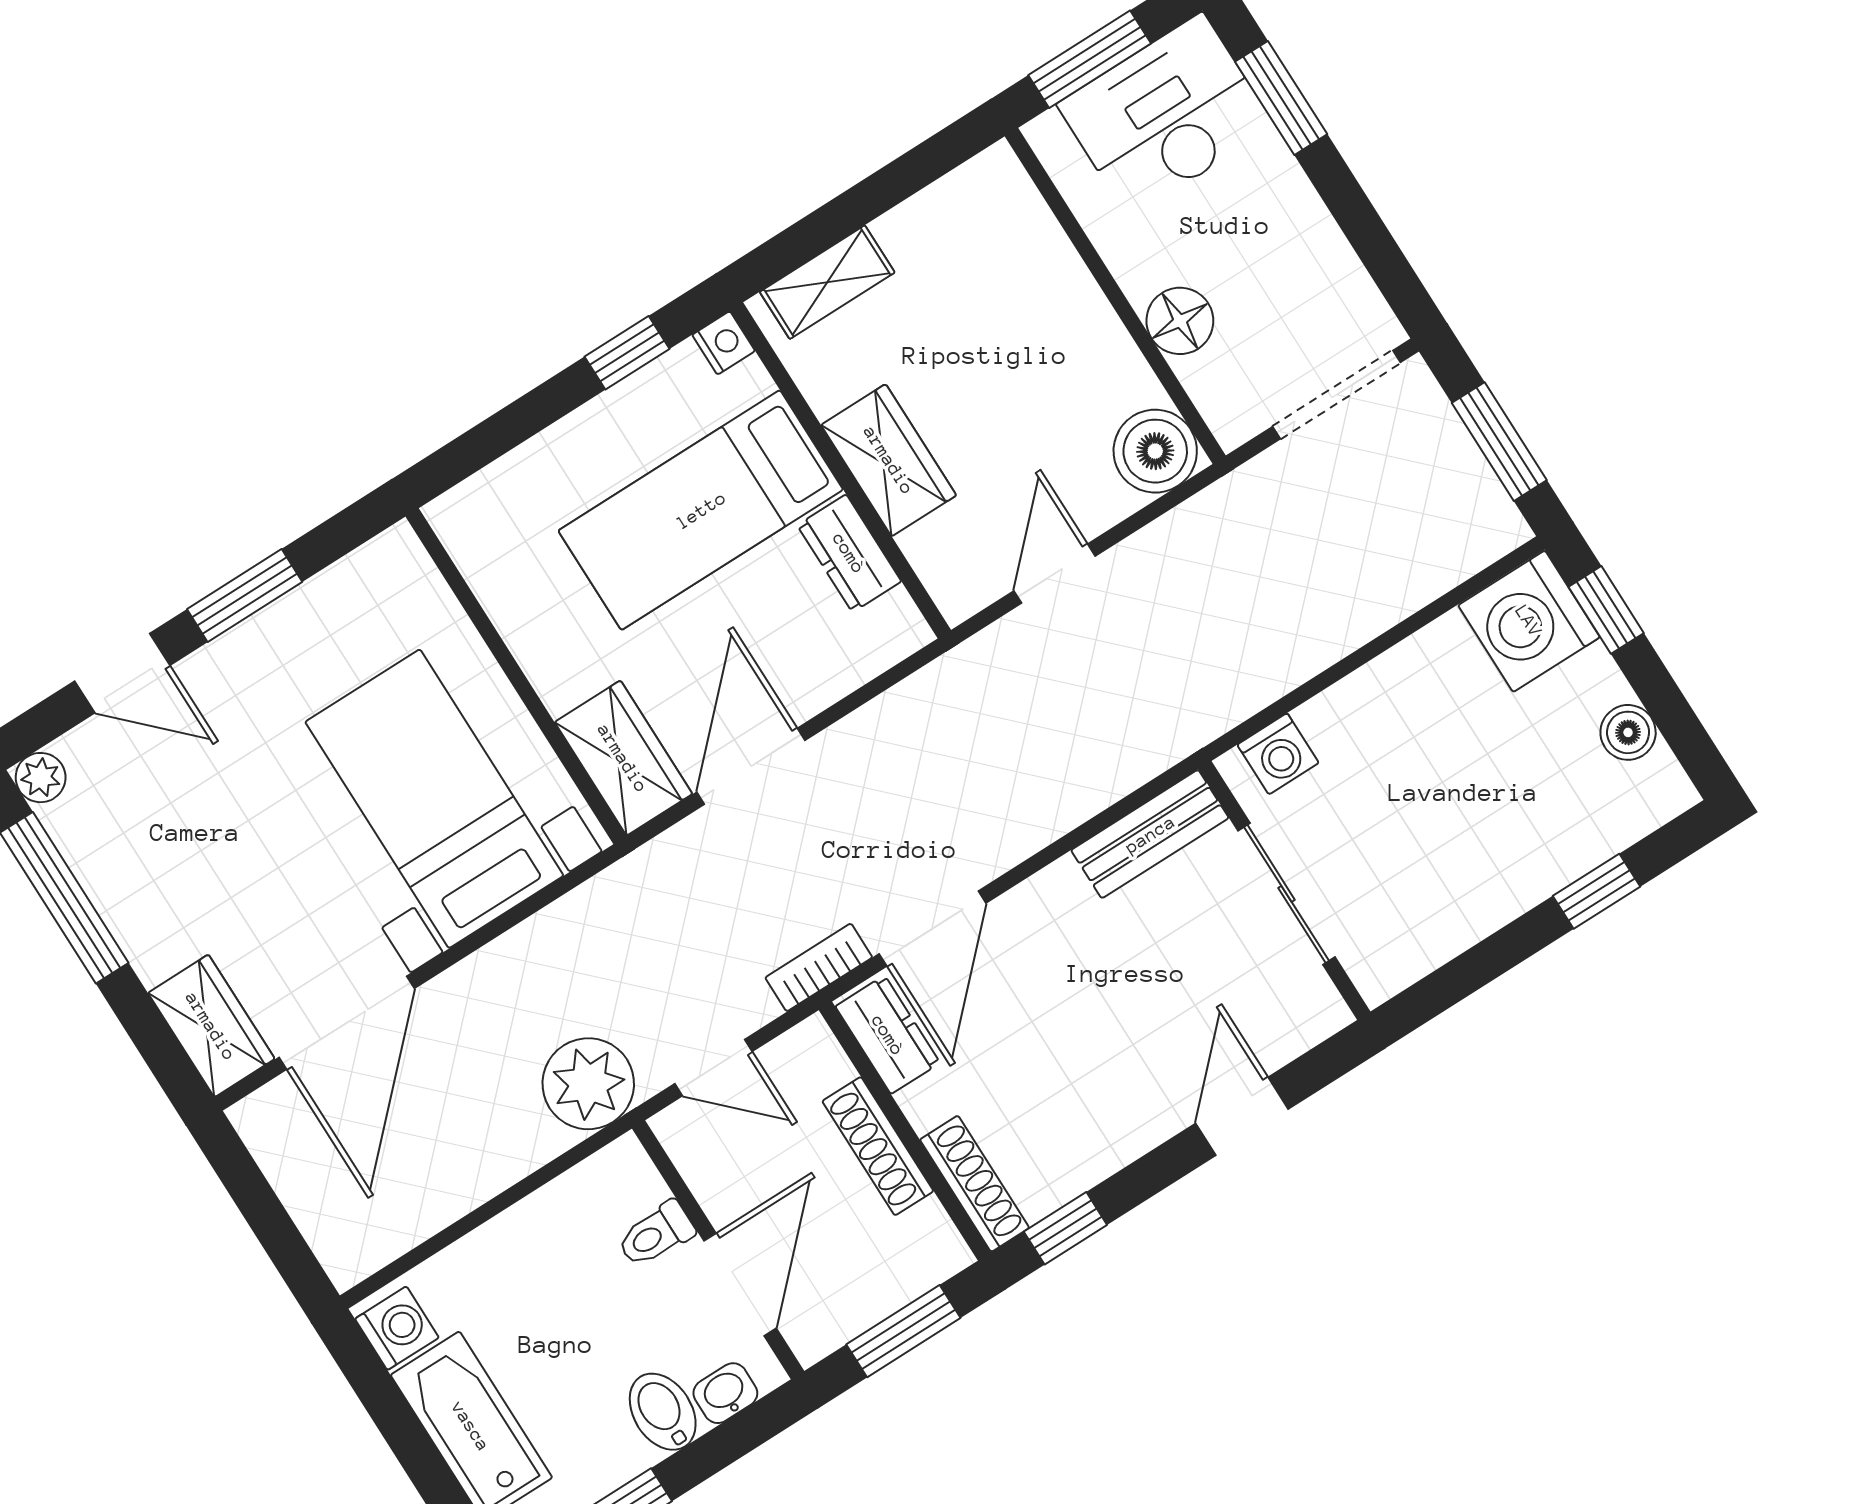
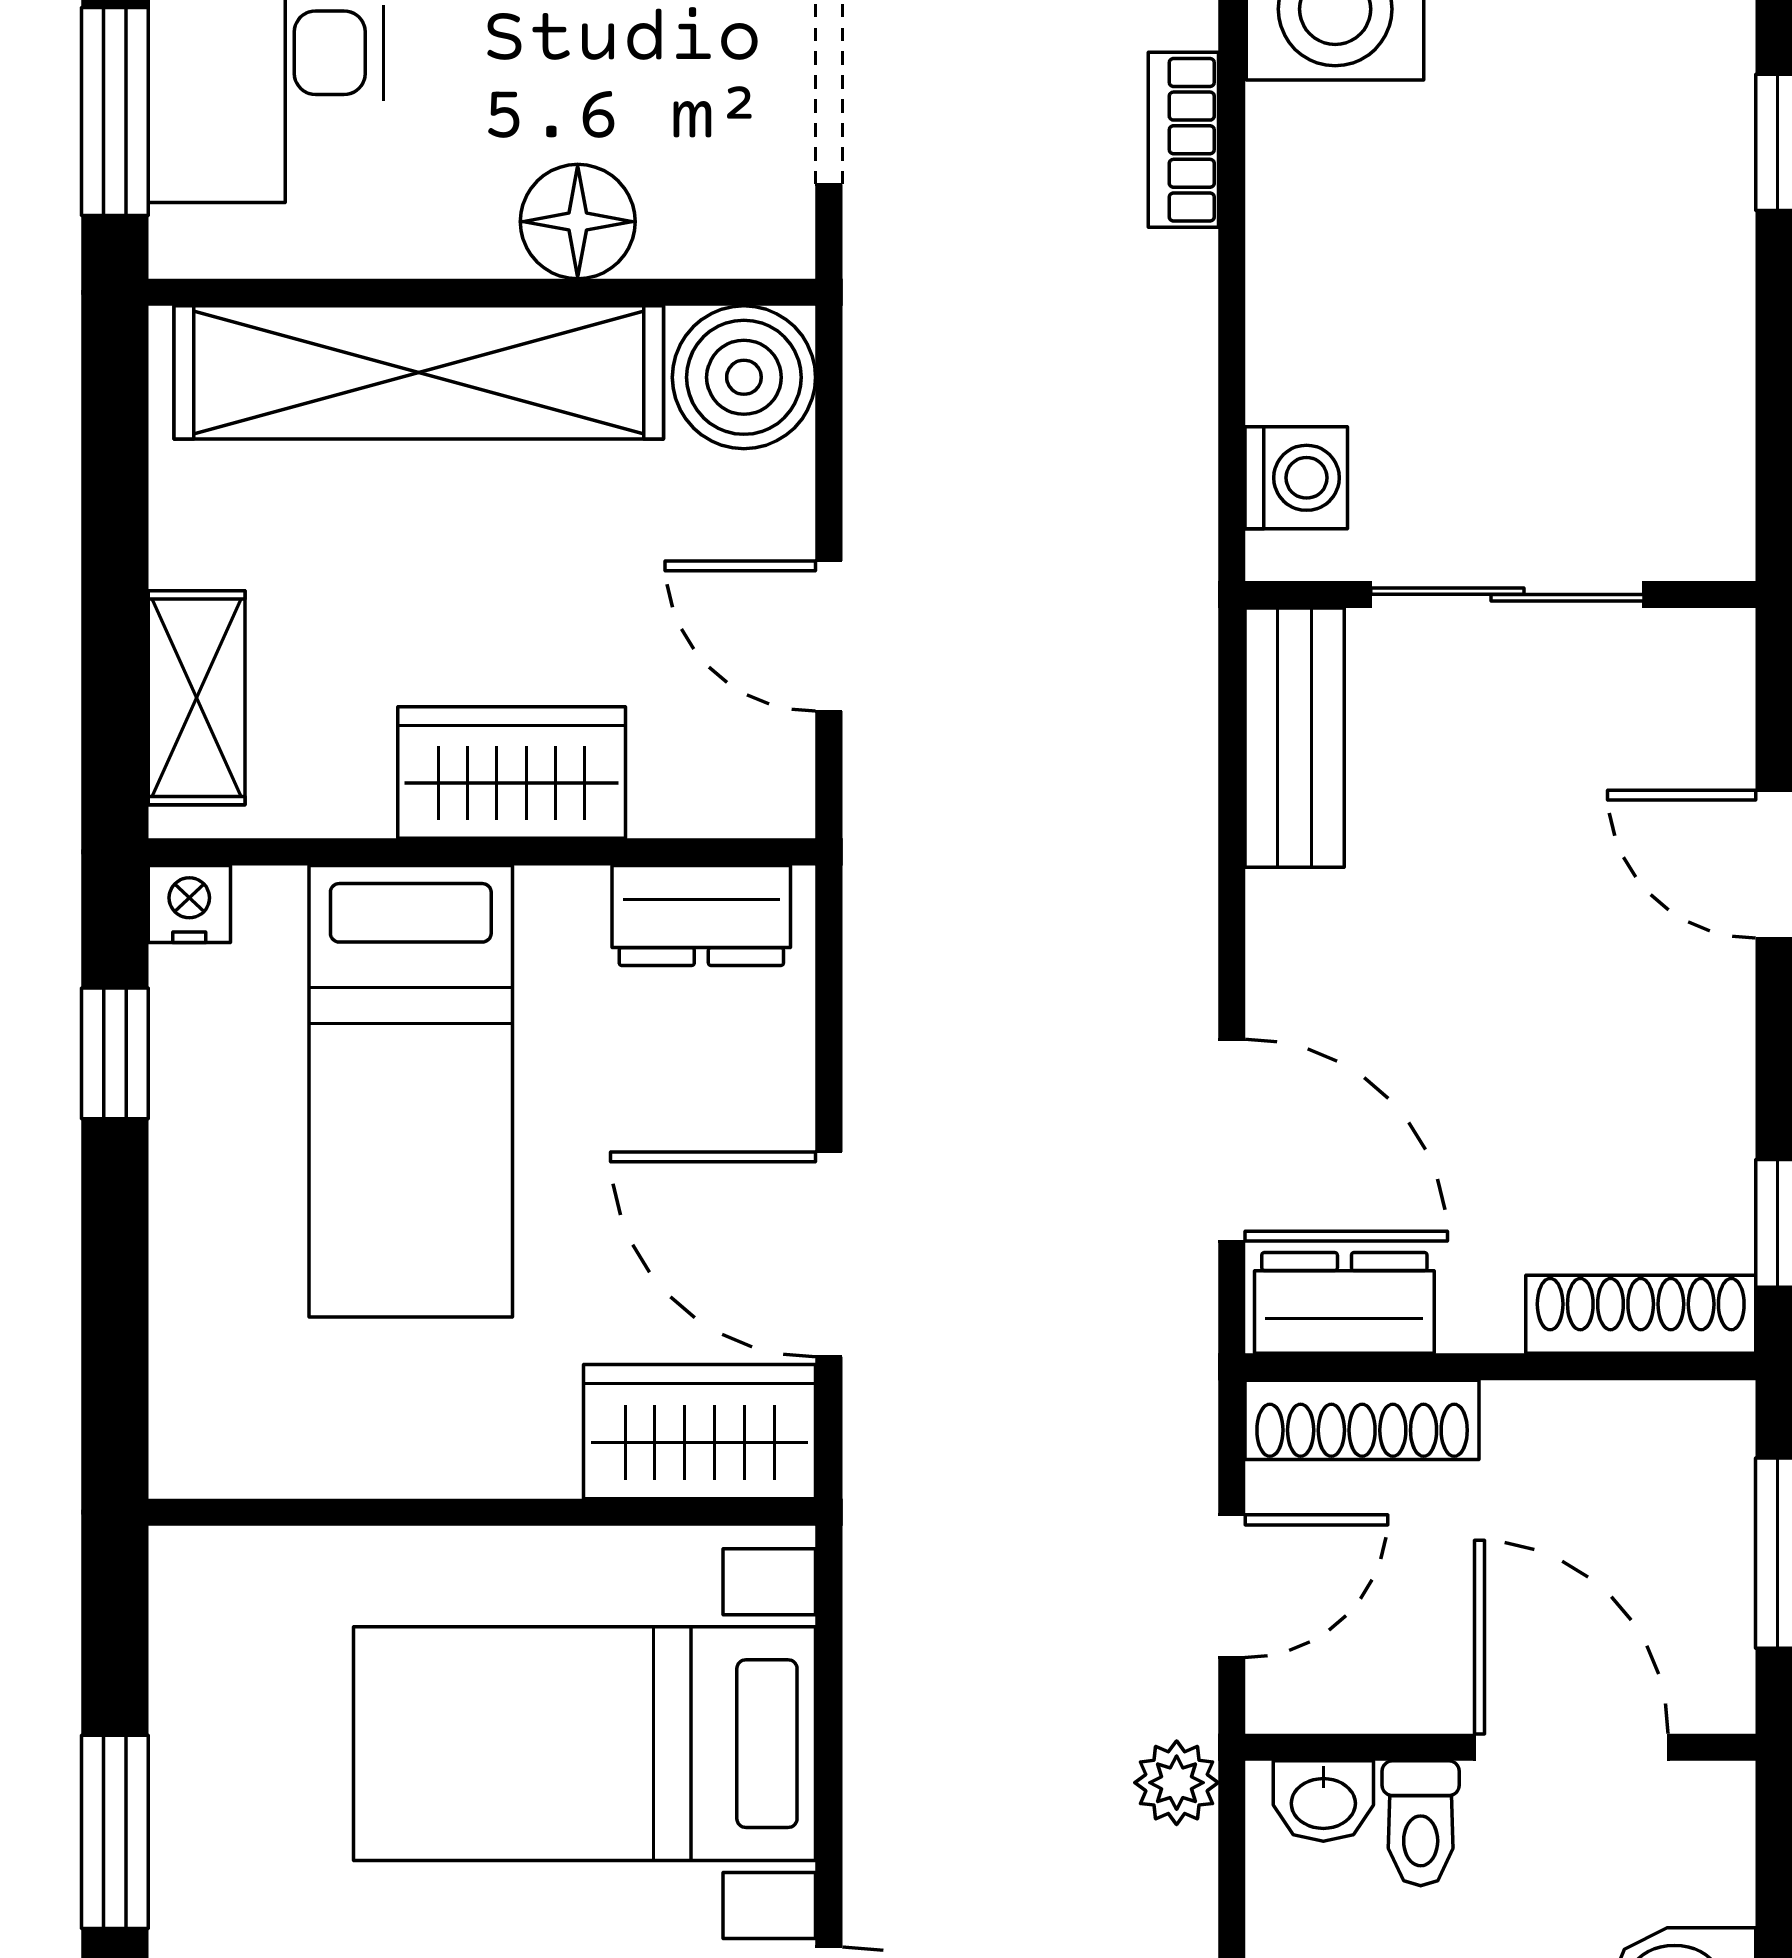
shelving: (1056, 290) -> (419, 372), added
dresser: (849, 553) -> (701, 915), moved
bookcase: (819, 967) -> (1183, 140), moved
plant: (588, 1084) -> (1177, 1783), width x0.53, depth x0.53
shoe rack: (878, 1146) -> (1362, 1420), moved
washbasin: (725, 1393) -> (1323, 1801), moved, turned -90

